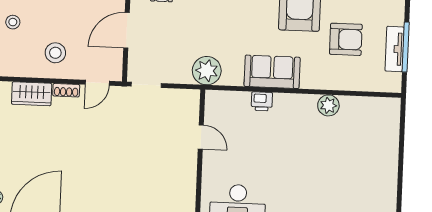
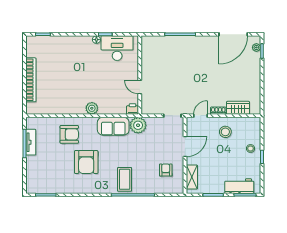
armchair: (346, 39) -> (69, 134), moved, turned 180
sofa: (272, 72) -> (113, 126), moved
printer: (262, 101) -> (133, 109), moved
plant: (328, 105) -> (92, 108), moved
bookcase: (390, 157) -> (31, 80), added

